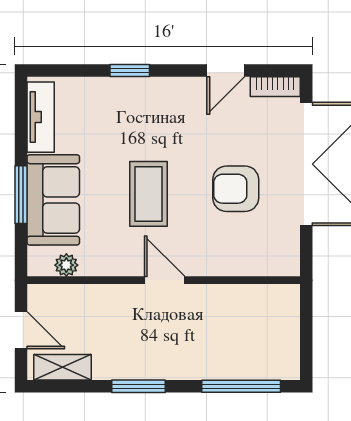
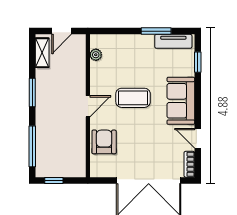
window: (130, 70) -> (198, 62), moved
armchair: (236, 189) -> (104, 142), moved
window: (21, 195) -> (156, 31), moved
sofa: (53, 200) -> (181, 101), moved, turned 90
window: (306, 345) -> (54, 181), added

